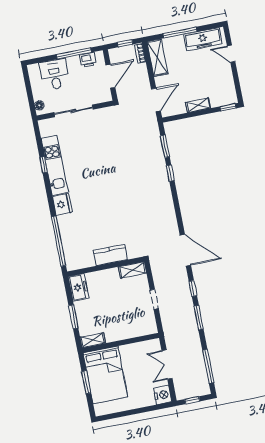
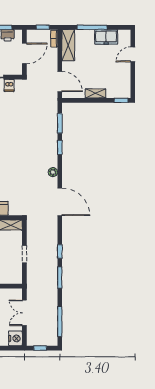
freezer: (203, 39) -> (106, 37), width x0.71
door: (231, 54) -> (133, 54), hinge flipped
door: (156, 100) -> (60, 82), hinge flipped
dishwasher: (101, 115) -> (9, 85), added
plant: (168, 202) -> (53, 172), added
door: (185, 250) -> (60, 202), moved

